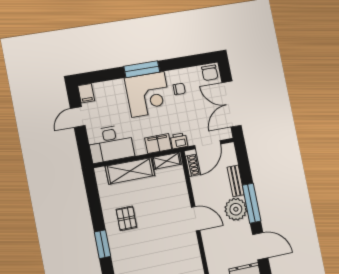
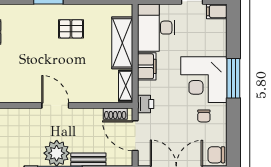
filing cabinet: (158, 144) -> (147, 66), moved
door: (196, 219) -> (55, 105), swing flipped

